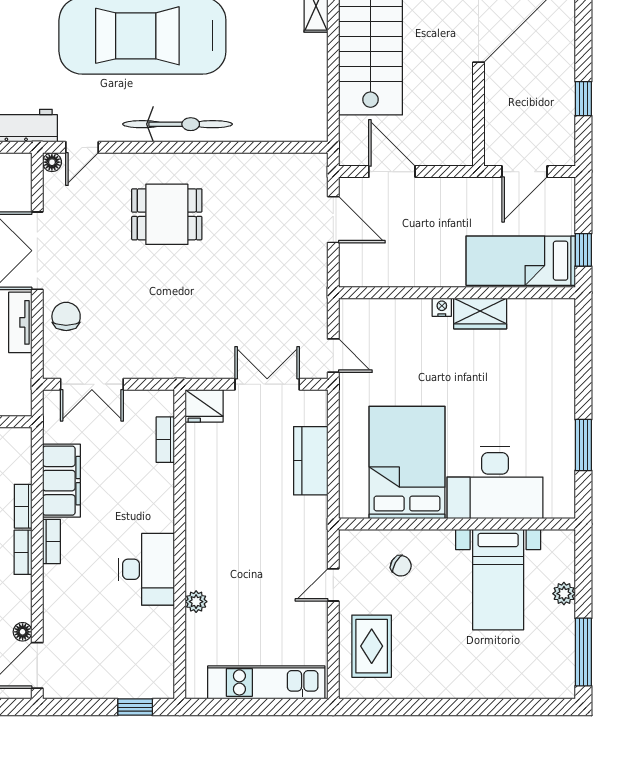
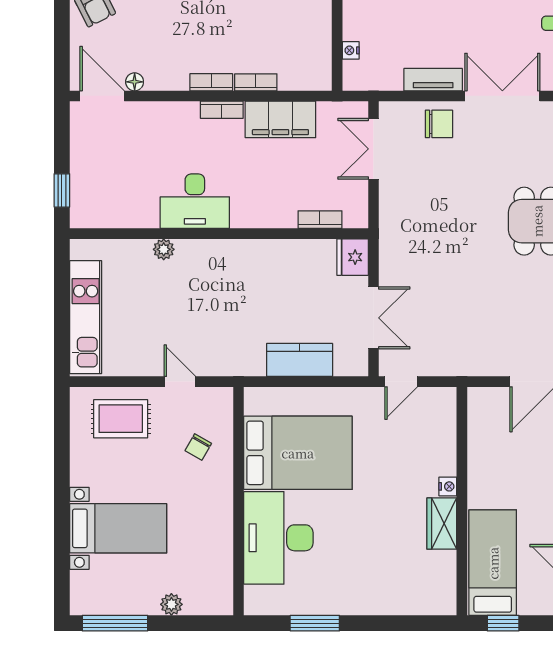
bed with nightstands: (498, 580) -> (118, 528), moved, turned 180

